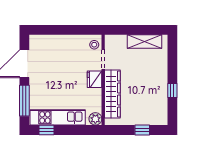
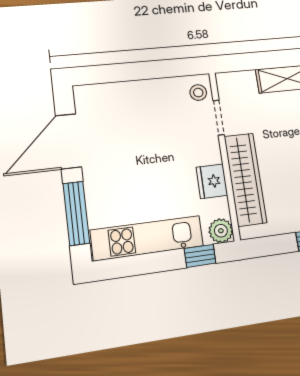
fridge: (95, 79) -> (212, 181), moved
window: (46, 130) -> (200, 256), moved

